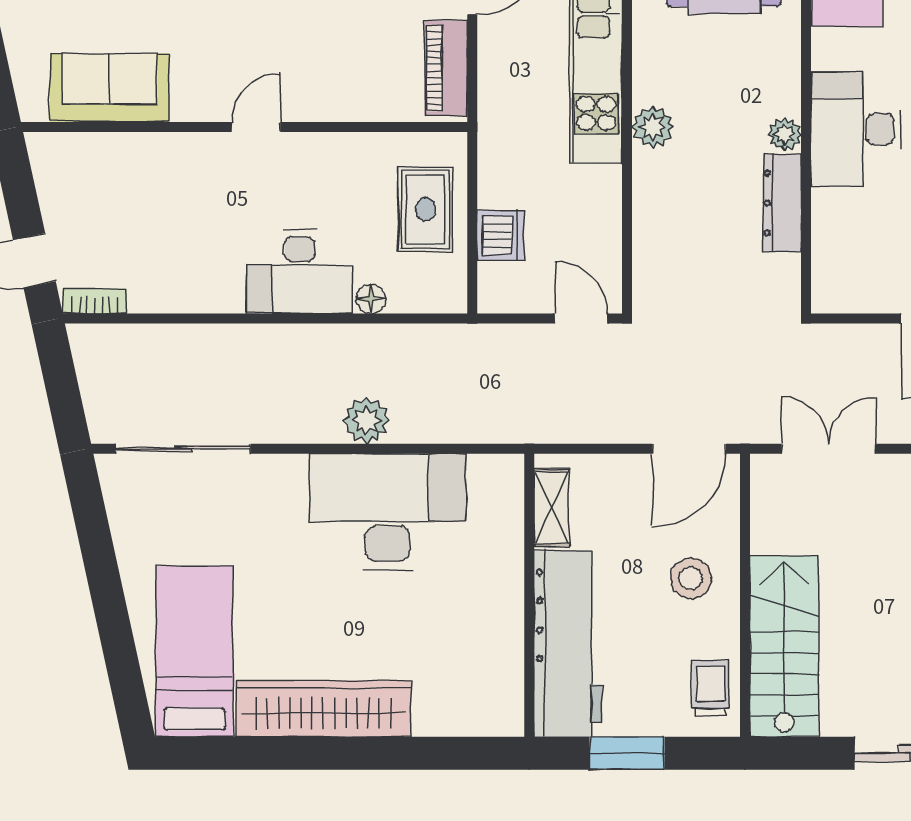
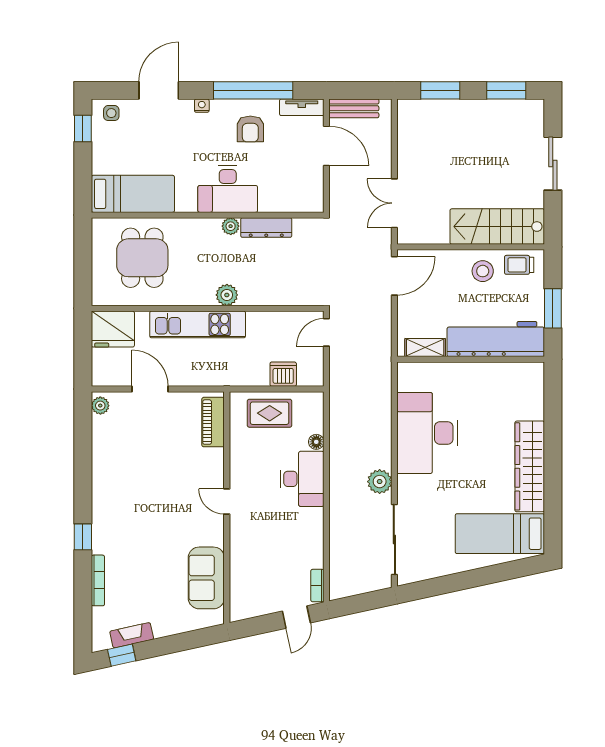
piano: (446, 68) -> (213, 422), moved, turned 90
plant: (366, 420) -> (380, 482), moved
door: (689, 449) -> (394, 276), hinge flipped
stool: (691, 578) -> (483, 271), moved

